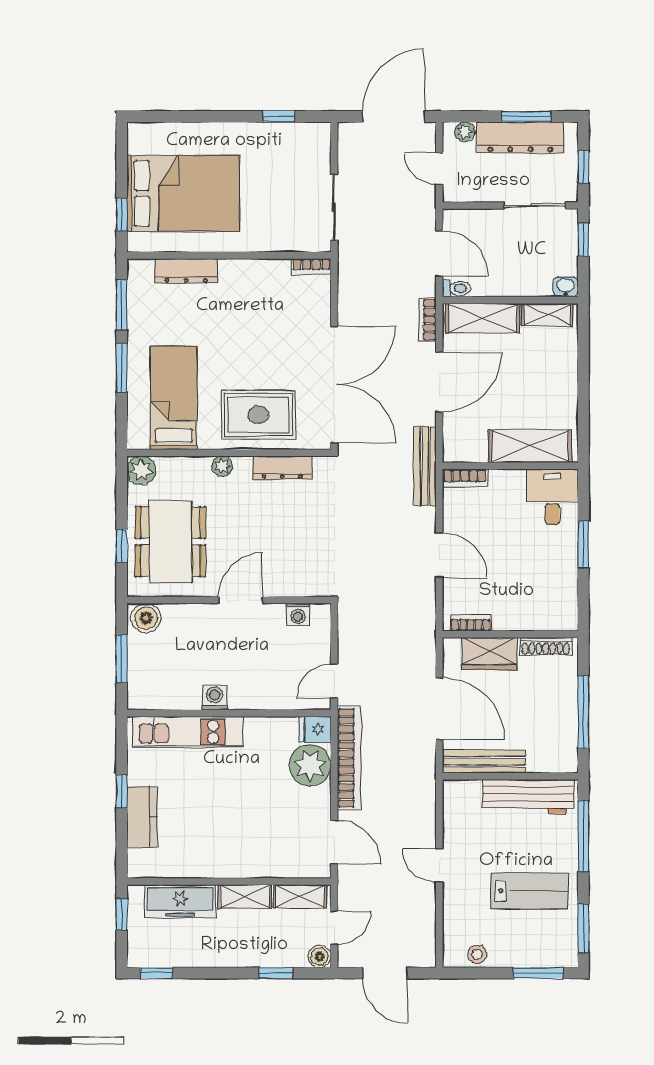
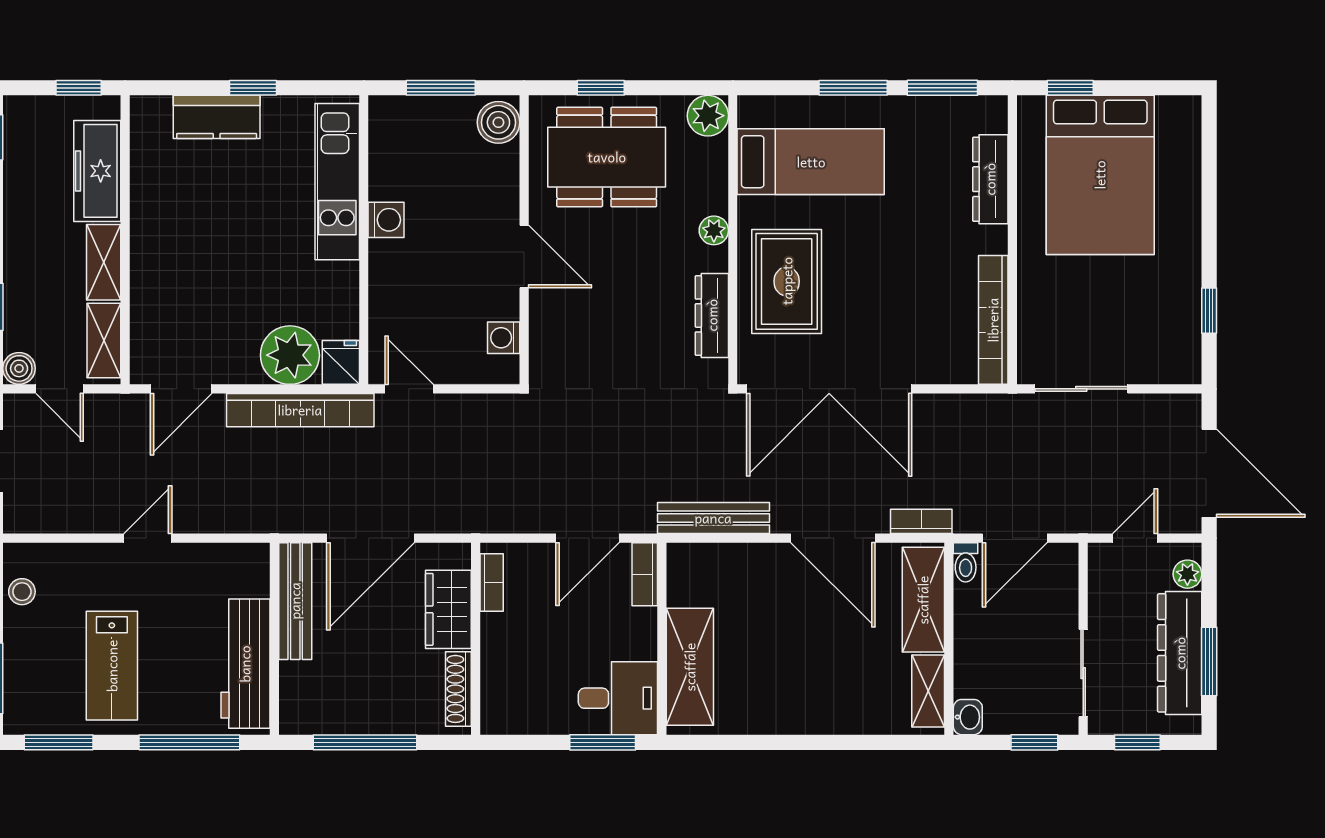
bookcase: (311, 266) -> (993, 320), width x2.31, depth x1.31
shelving: (530, 446) -> (690, 667), moved
wall: (510, 466) -> (662, 639), moved
bookcase: (465, 478) -> (645, 574), moved
desk: (552, 497) -> (618, 698), moved

